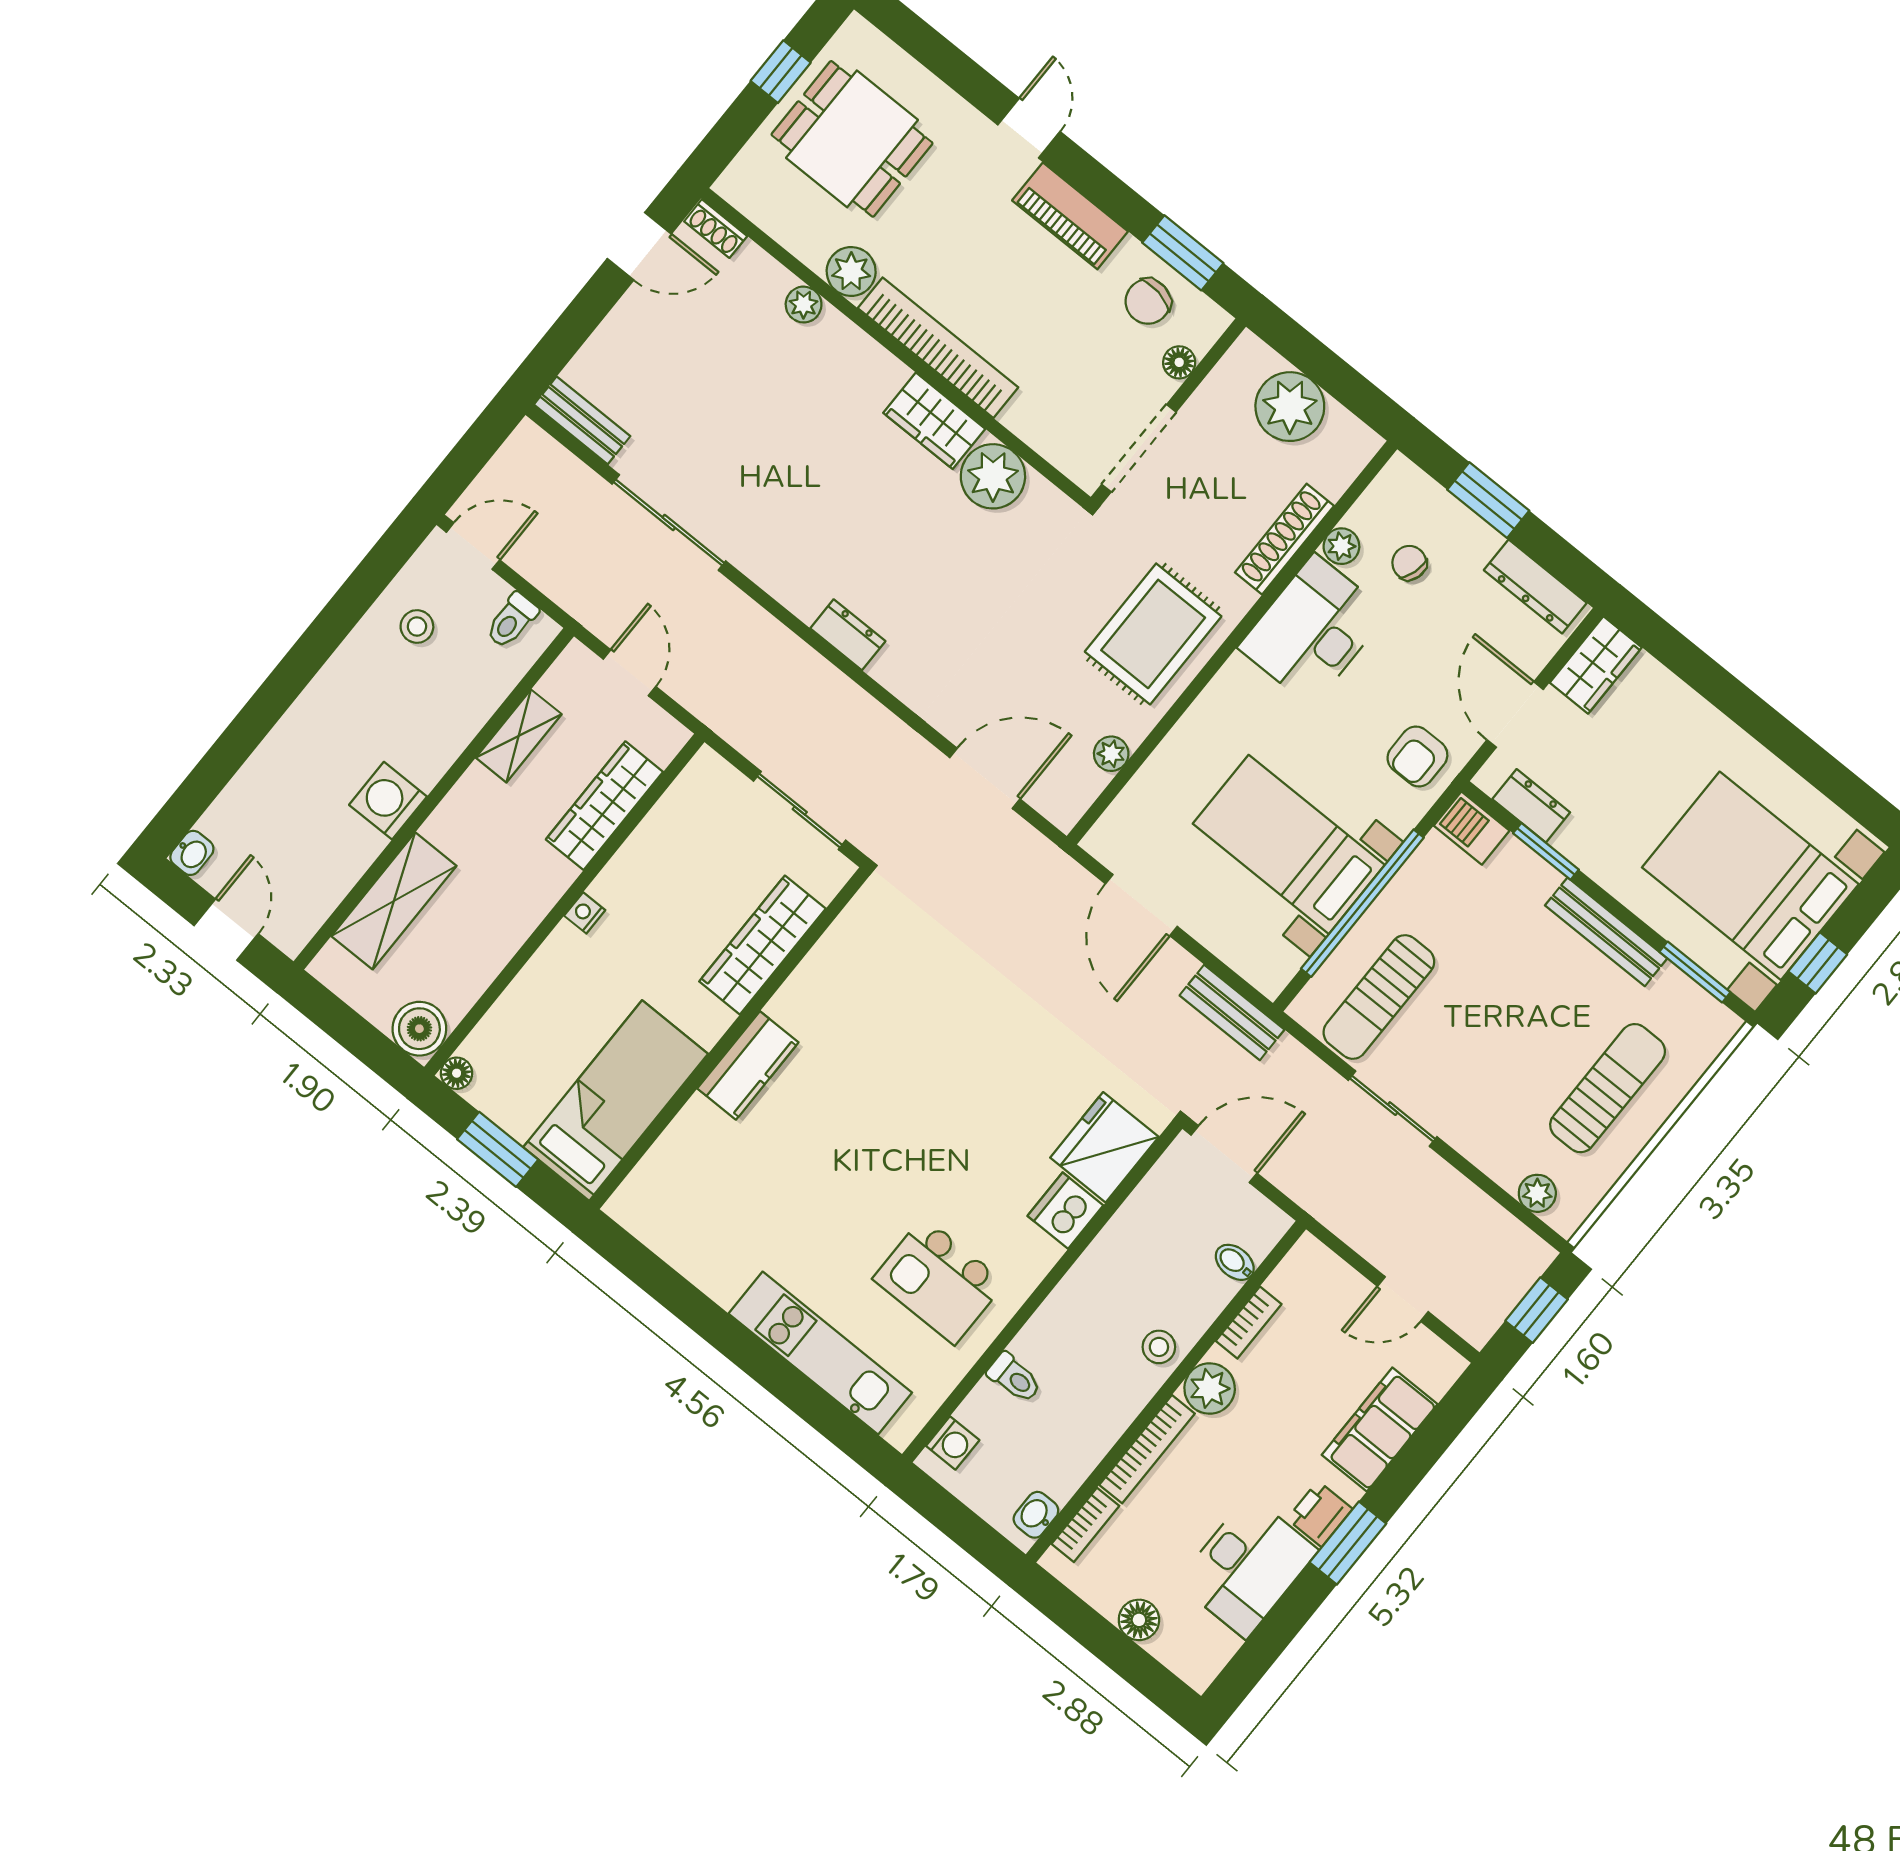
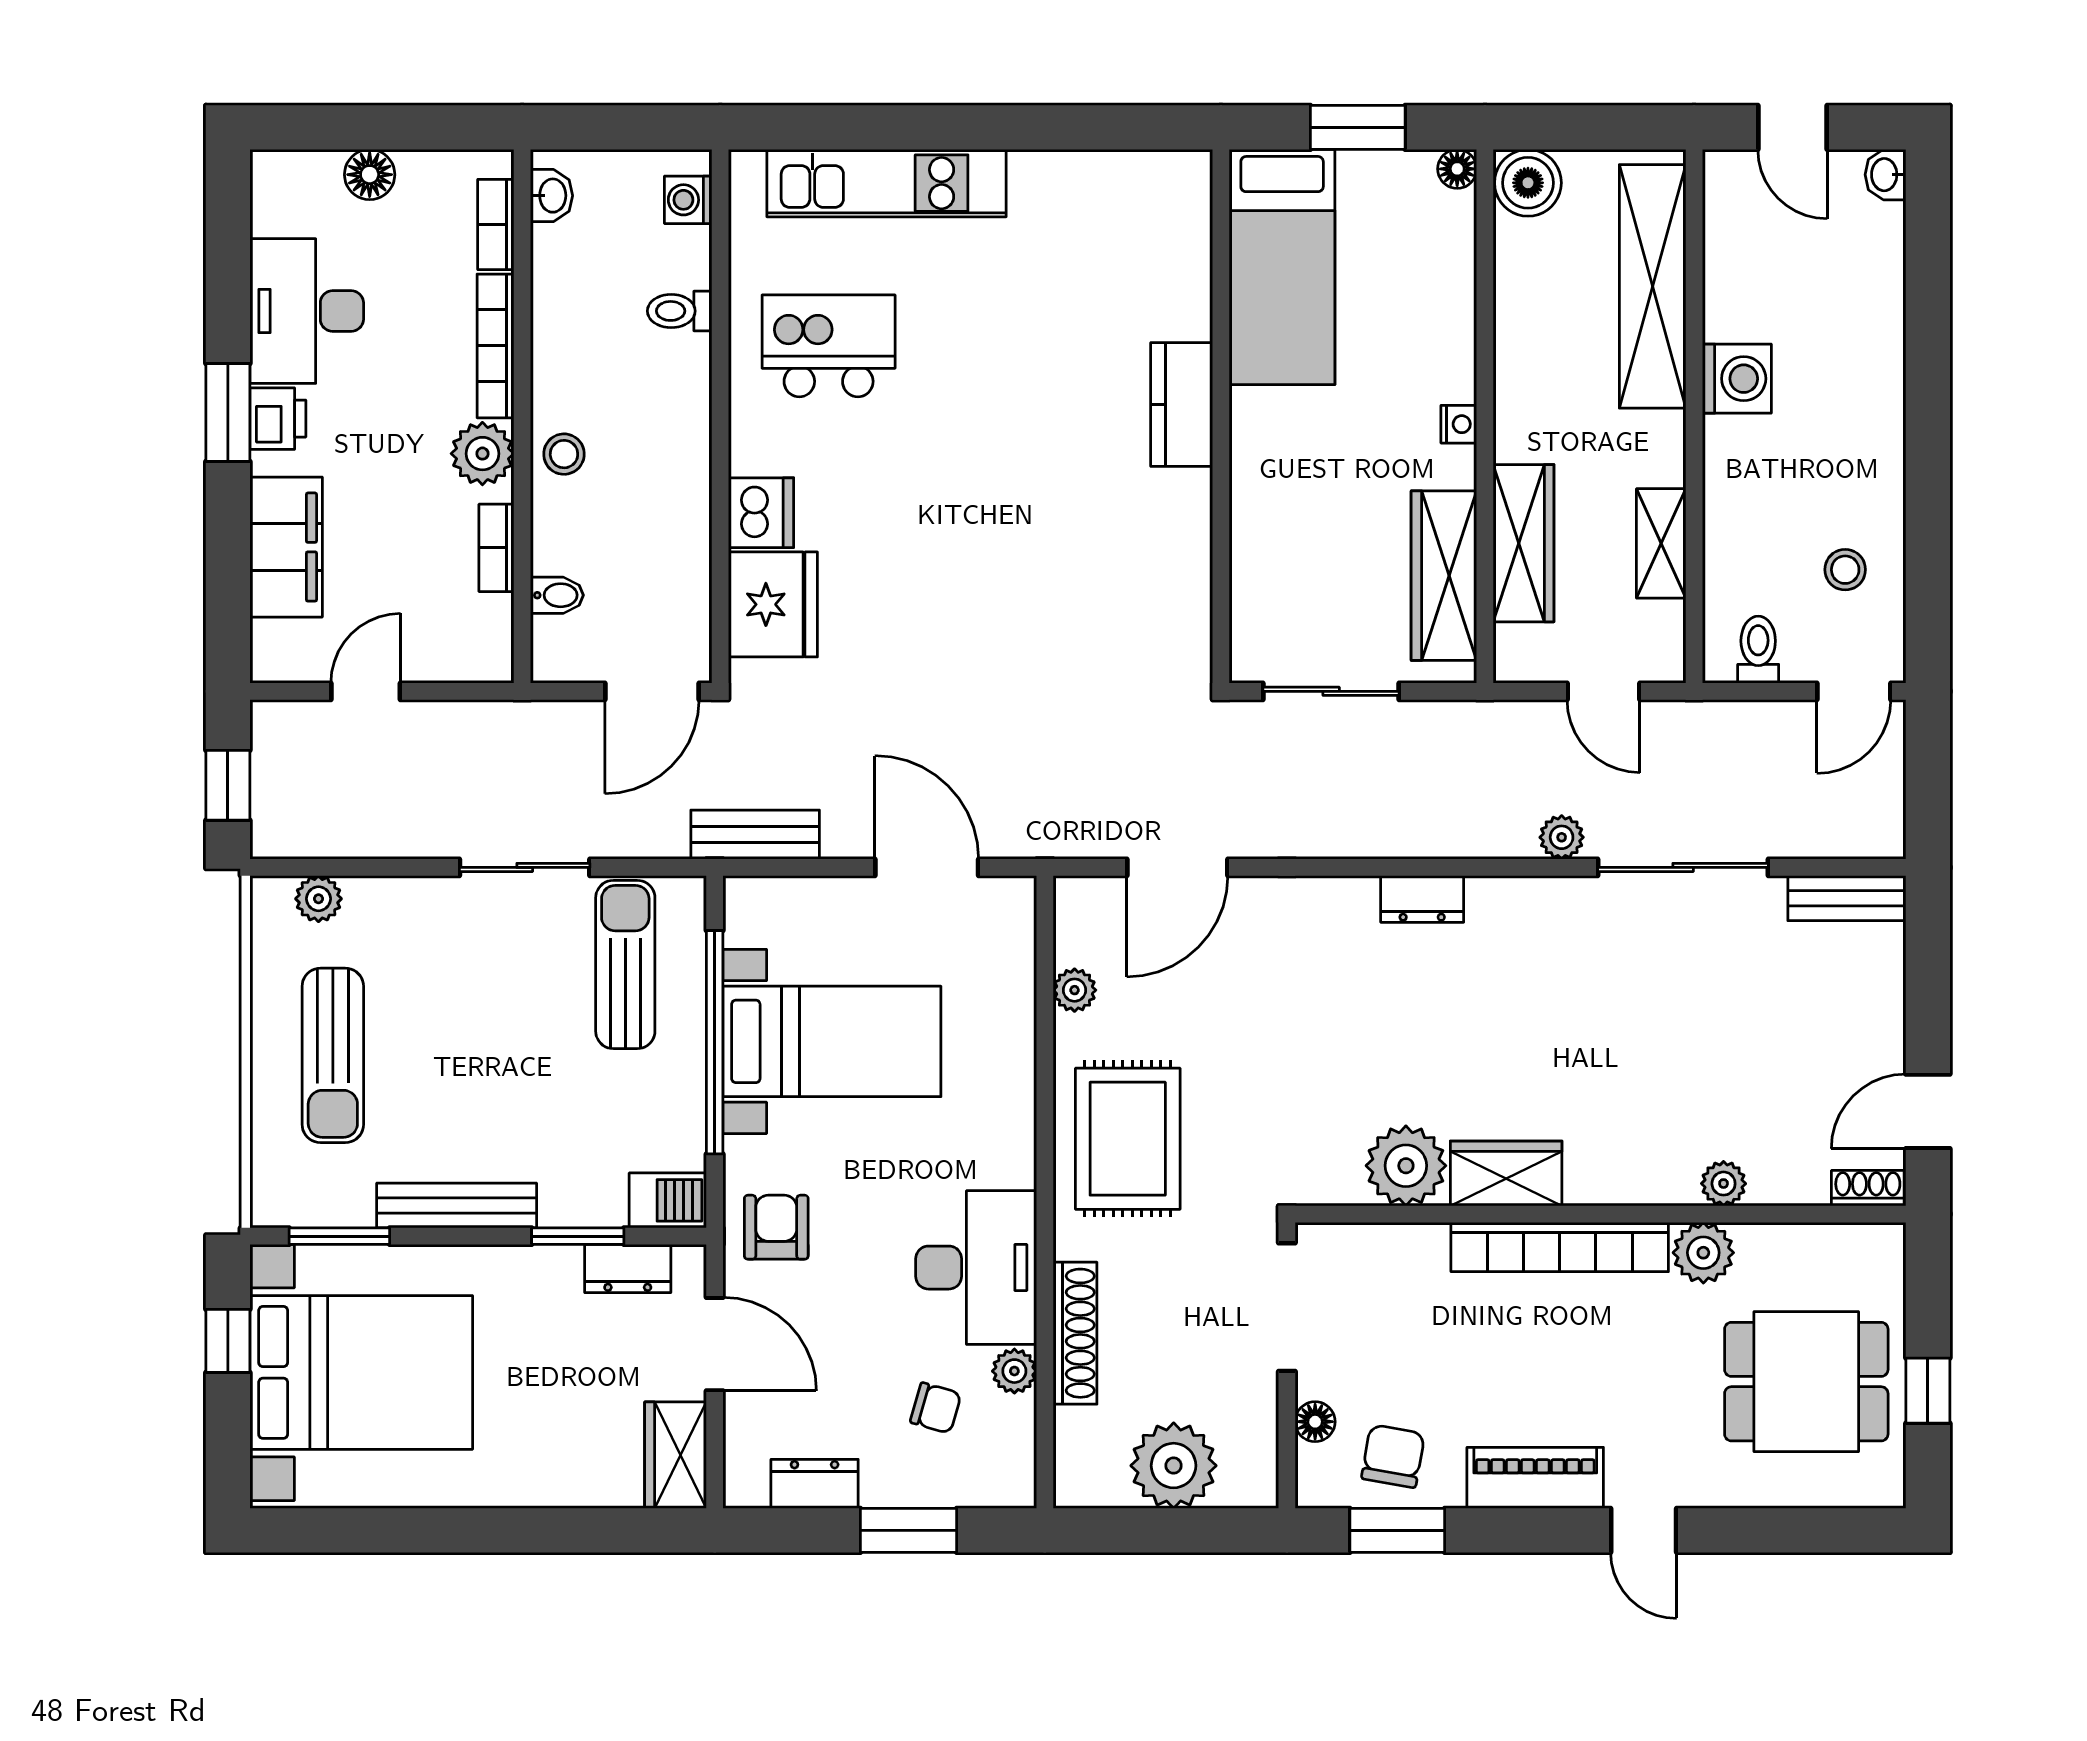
dresser: (1535, 586) -> (815, 1484), width x0.70
plant: (730, 603) -> (1562, 837), added
shelving: (394, 901) -> (1653, 286), width x1.47
wardrobe: (762, 945) -> (1444, 576), moved, turned 180

